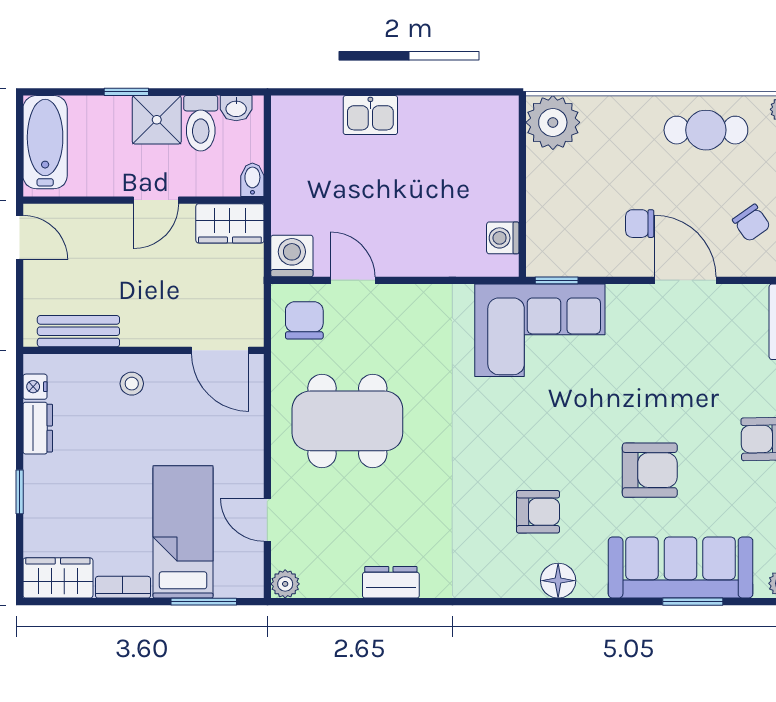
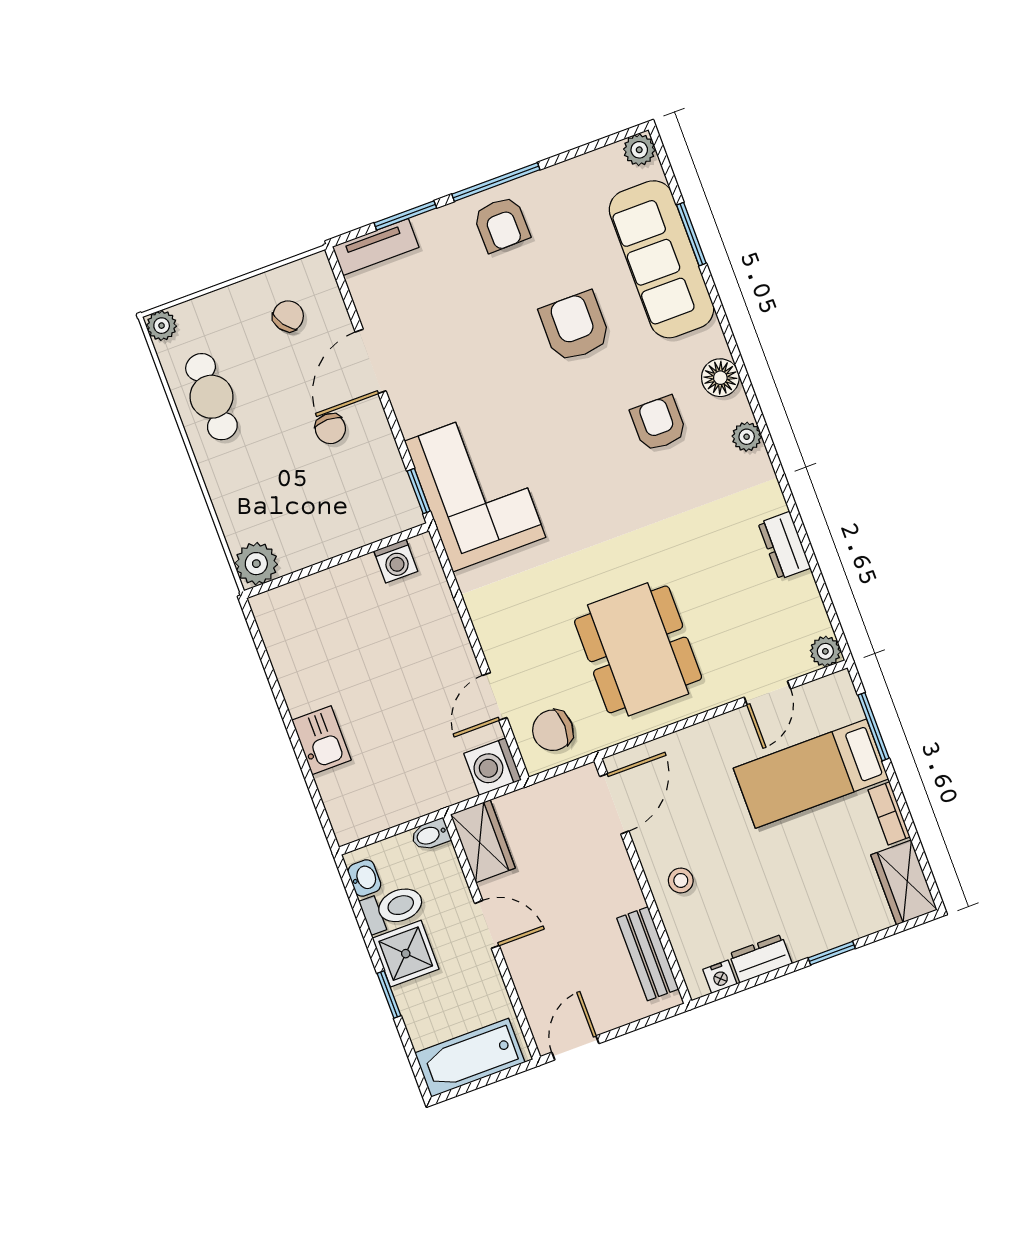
plant: (553, 122) -> (256, 564), width x0.73, depth x0.73
plant: (498, 584) -> (747, 437), added

